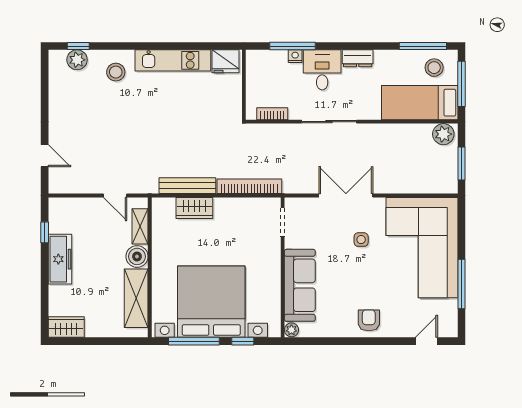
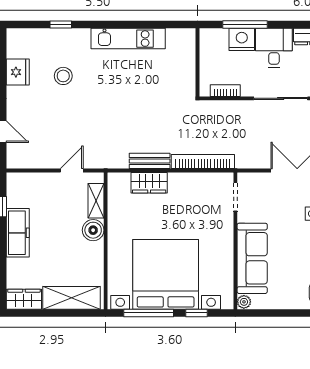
window: (78, 46) -> (61, 25), moved
nightstand: (295, 56) -> (242, 39), width x1.89, depth x1.79
plant: (77, 60) -> (35, 38), removed
fridge: (225, 61) -> (18, 72), moved, turned -90
stool: (116, 72) -> (63, 76), moved
bench: (187, 186) -> (150, 161), width x0.73
door: (115, 195) -> (72, 171), swing flipped
shelving: (136, 298) -> (72, 298), moved, turned 90

